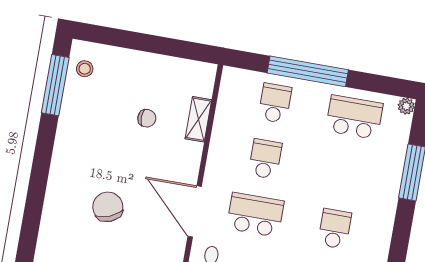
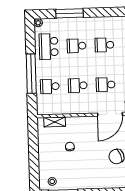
shelving: (198, 119) -> (55, 122), moved
school desk: (345, 173) -> (77, 46), added
school desk: (255, 215) -> (106, 85), width x0.54

